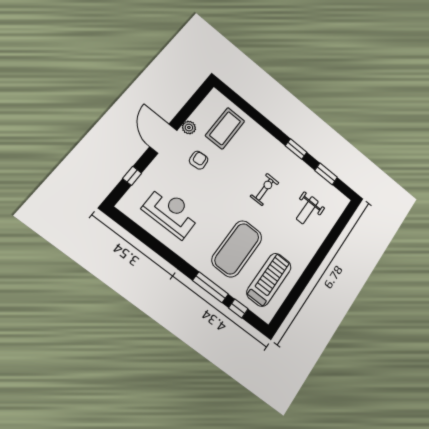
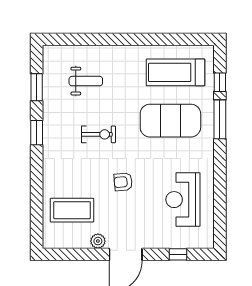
armchair: (199, 160) -> (123, 182), moved
exercise bike: (265, 189) -> (99, 134), turned 180

